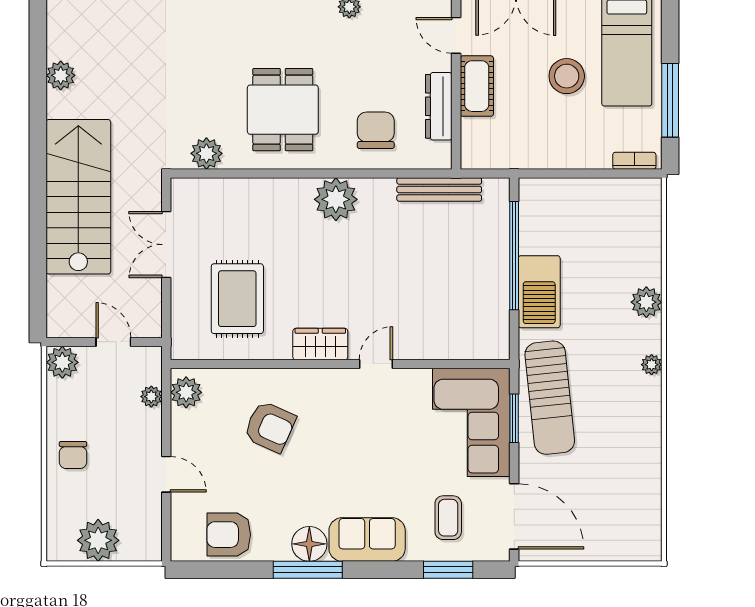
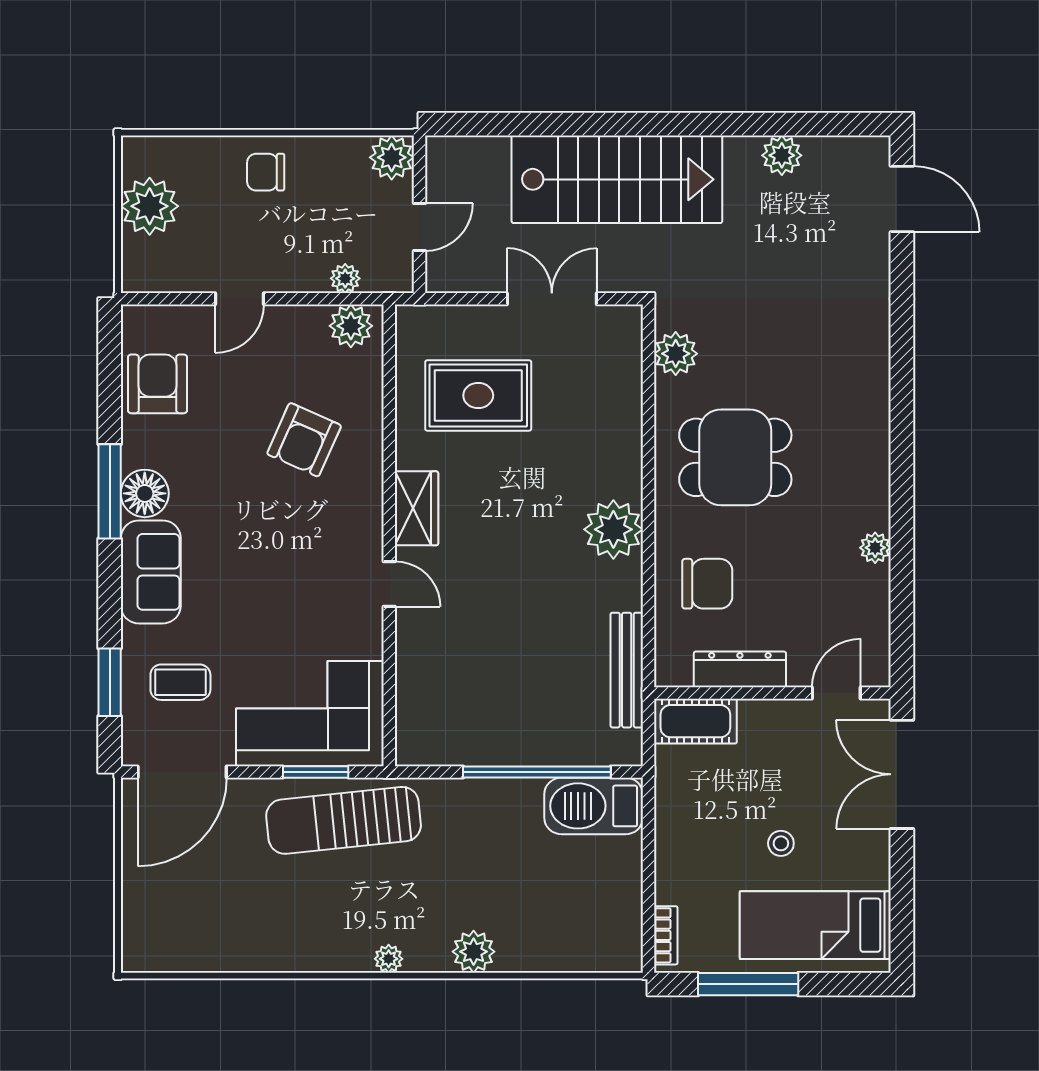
stool: (567, 76) -> (781, 843), width x0.53, depth x0.53
cot: (477, 86) -> (695, 721), moved
barbecue: (539, 292) -> (594, 806), moved

